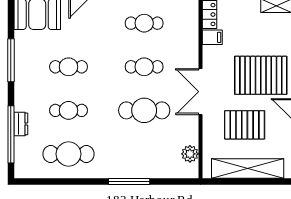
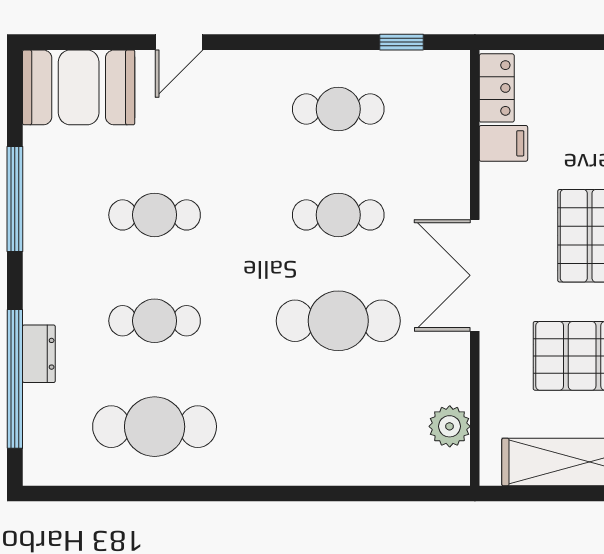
window: (129, 182) -> (302, 494), removed

